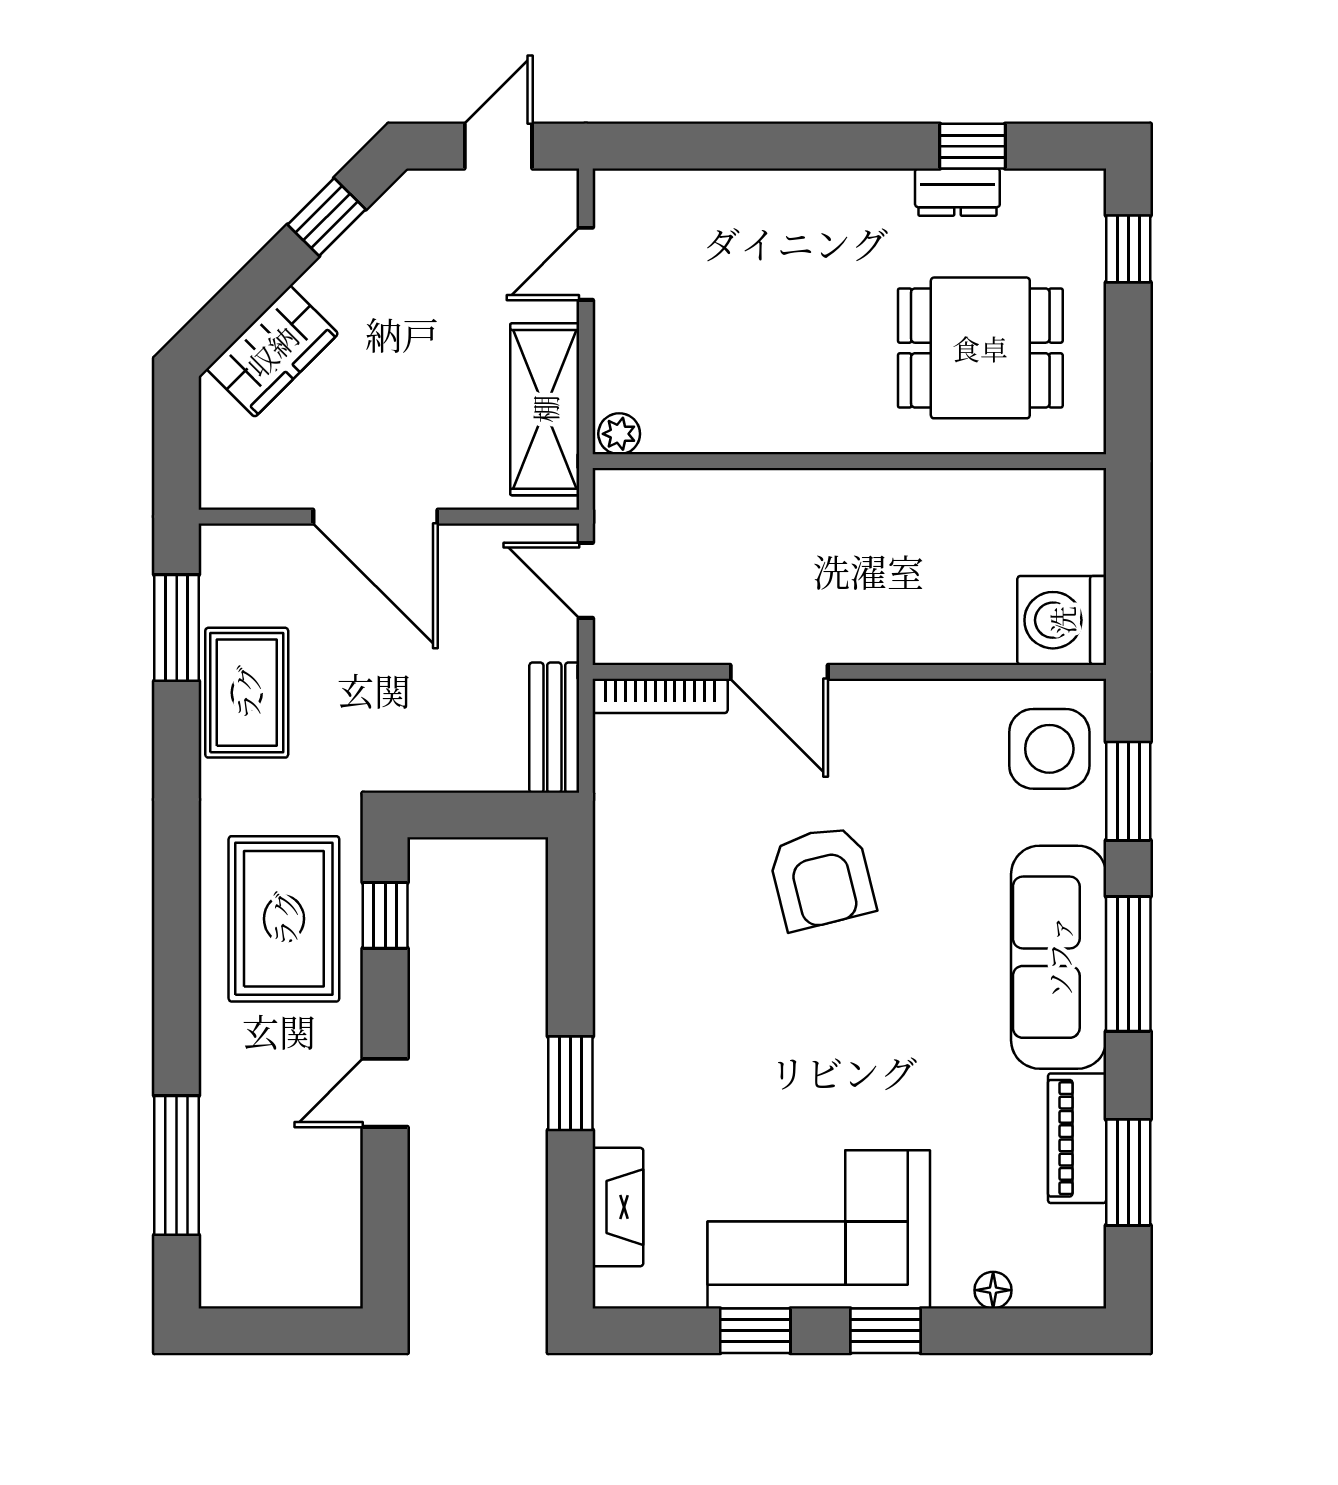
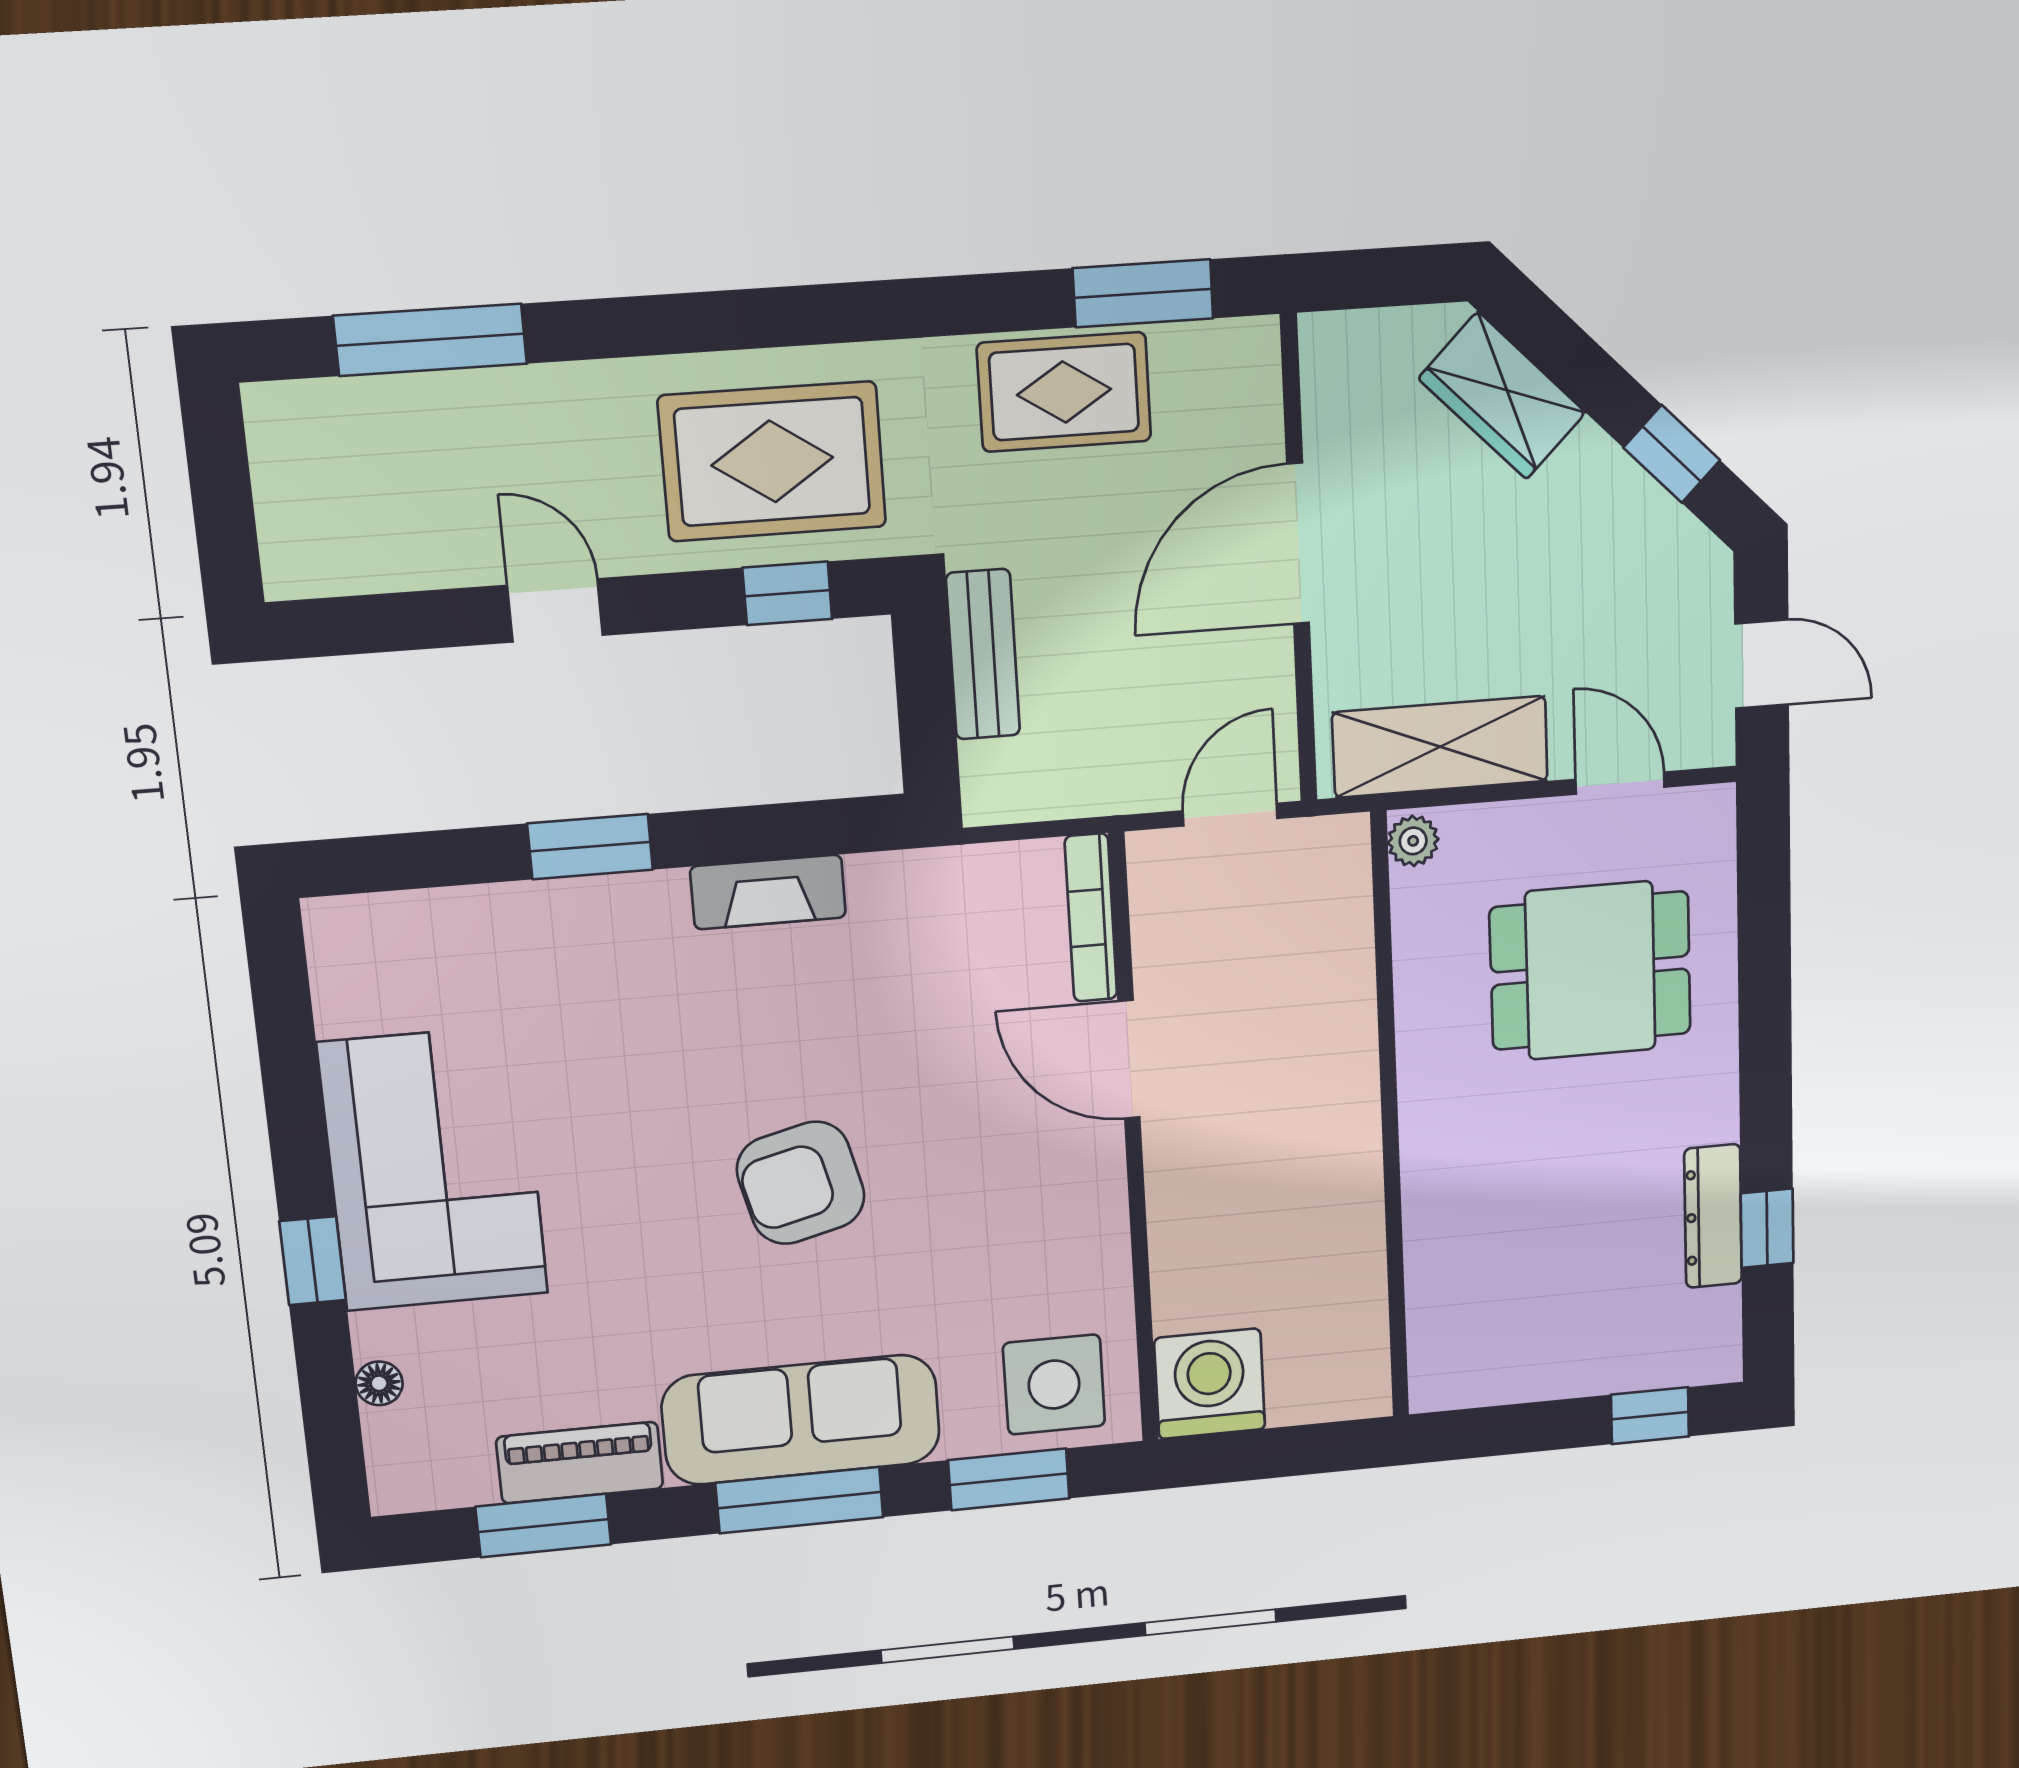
dresser: (957, 192) -> (1713, 1216), width x1.44
dining table: (980, 348) -> (1590, 971), moved, turned 90
door: (779, 672) -> (1129, 1059), hinge flipped
bench: (554, 728) -> (983, 654), moved, turned 90
armchair: (822, 877) -> (801, 1183), moved
fireplace: (618, 1207) -> (768, 892), moved
window: (755, 1331) -> (294, 1103), removed

